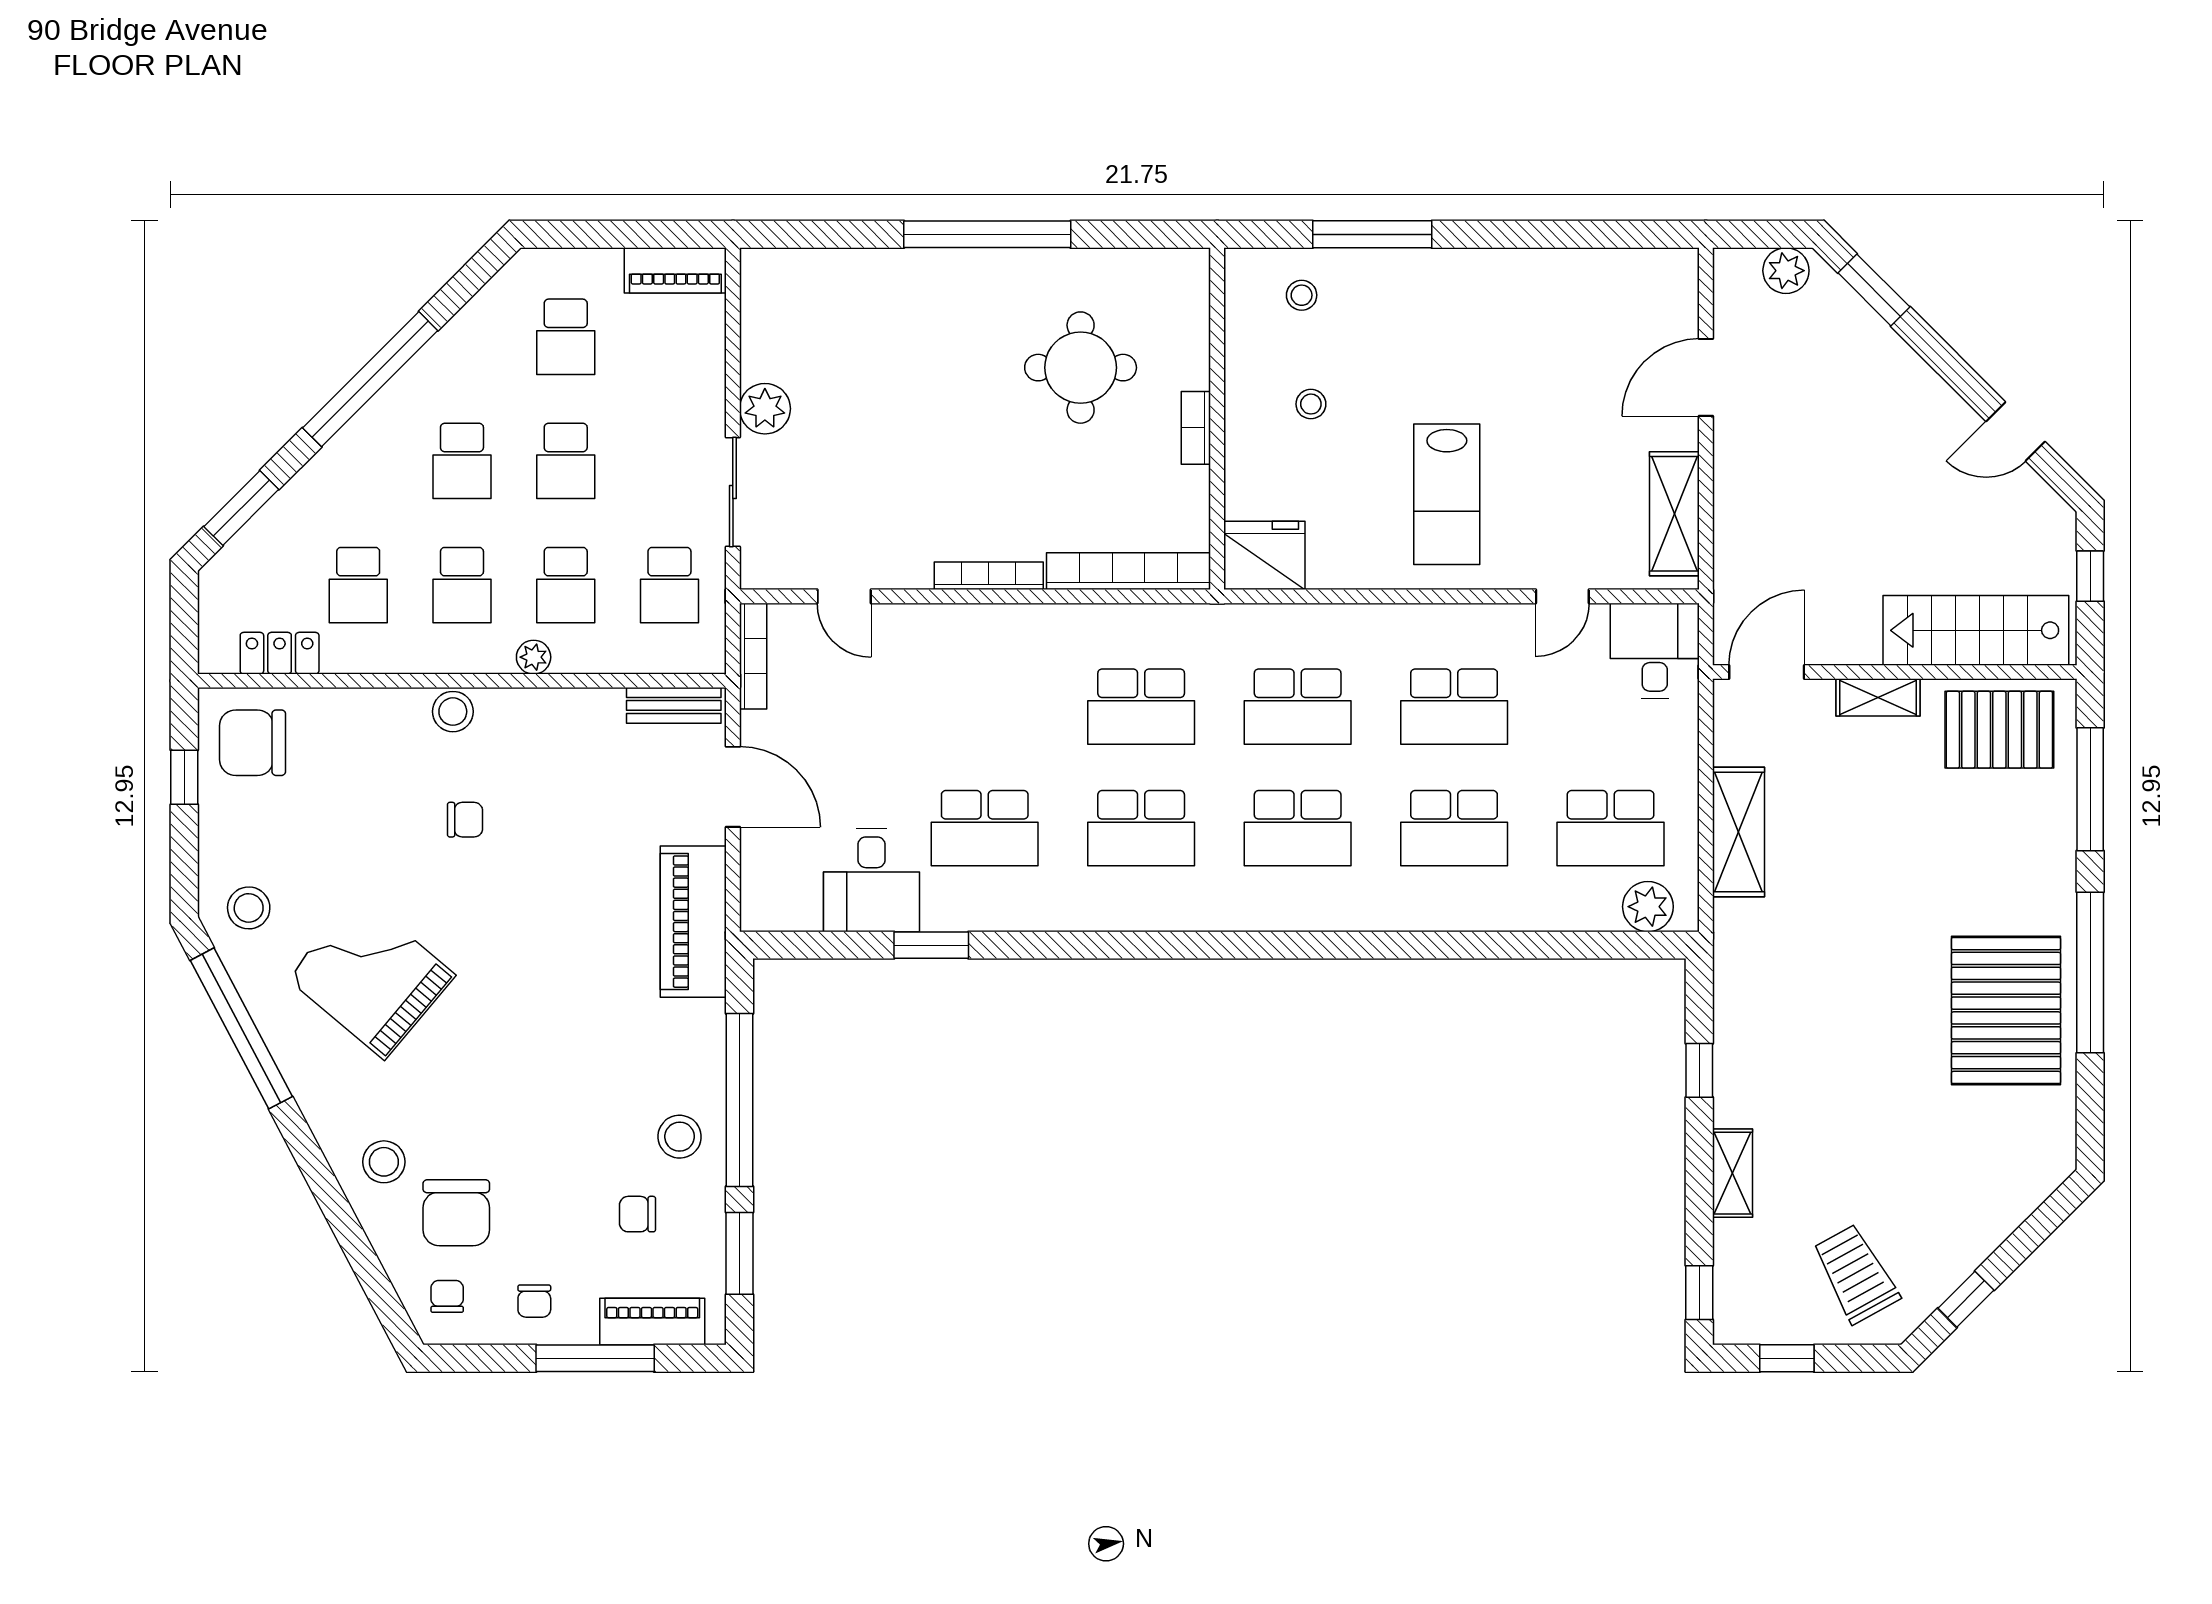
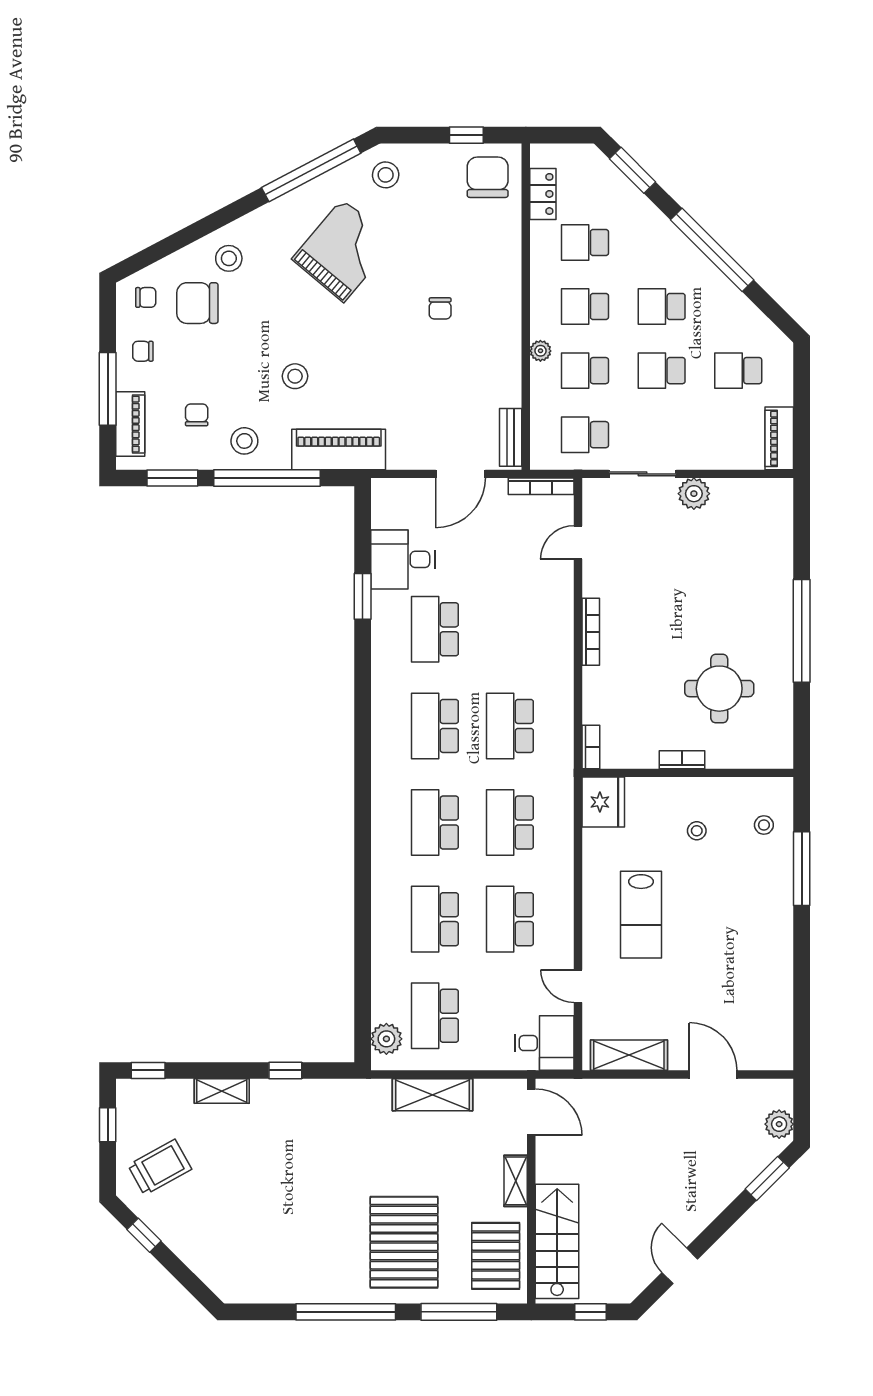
lab bench: (1447, 494) -> (641, 915), turned -90
bookcase: (1129, 571) -> (591, 747), width x0.43, depth x0.76
stool: (453, 712) -> (295, 376), moved
piano: (693, 922) -> (339, 449), moved
pallet: (2006, 1011) -> (404, 1242), moved, turned 90

